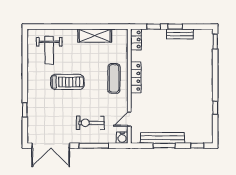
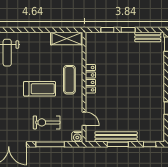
bench: (180, 34) -> (148, 37), moved
shelving: (95, 36) -> (67, 39), moved
locker: (136, 39) -> (91, 42), removed
treadmill: (67, 82) -> (40, 89), moved
door: (129, 119) -> (84, 119), swing flipped

